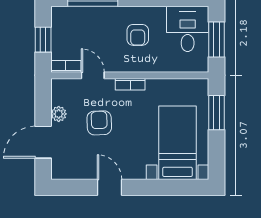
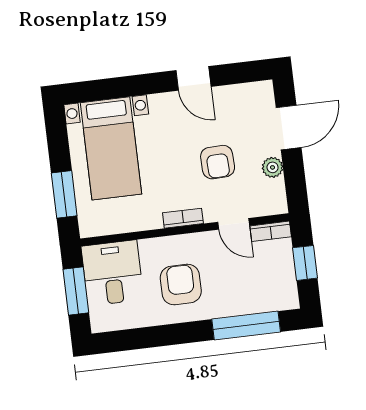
desk: (188, 29) -> (112, 273), moved, turned 180
armchair: (138, 35) -> (181, 284), width x1.38, depth x1.38

